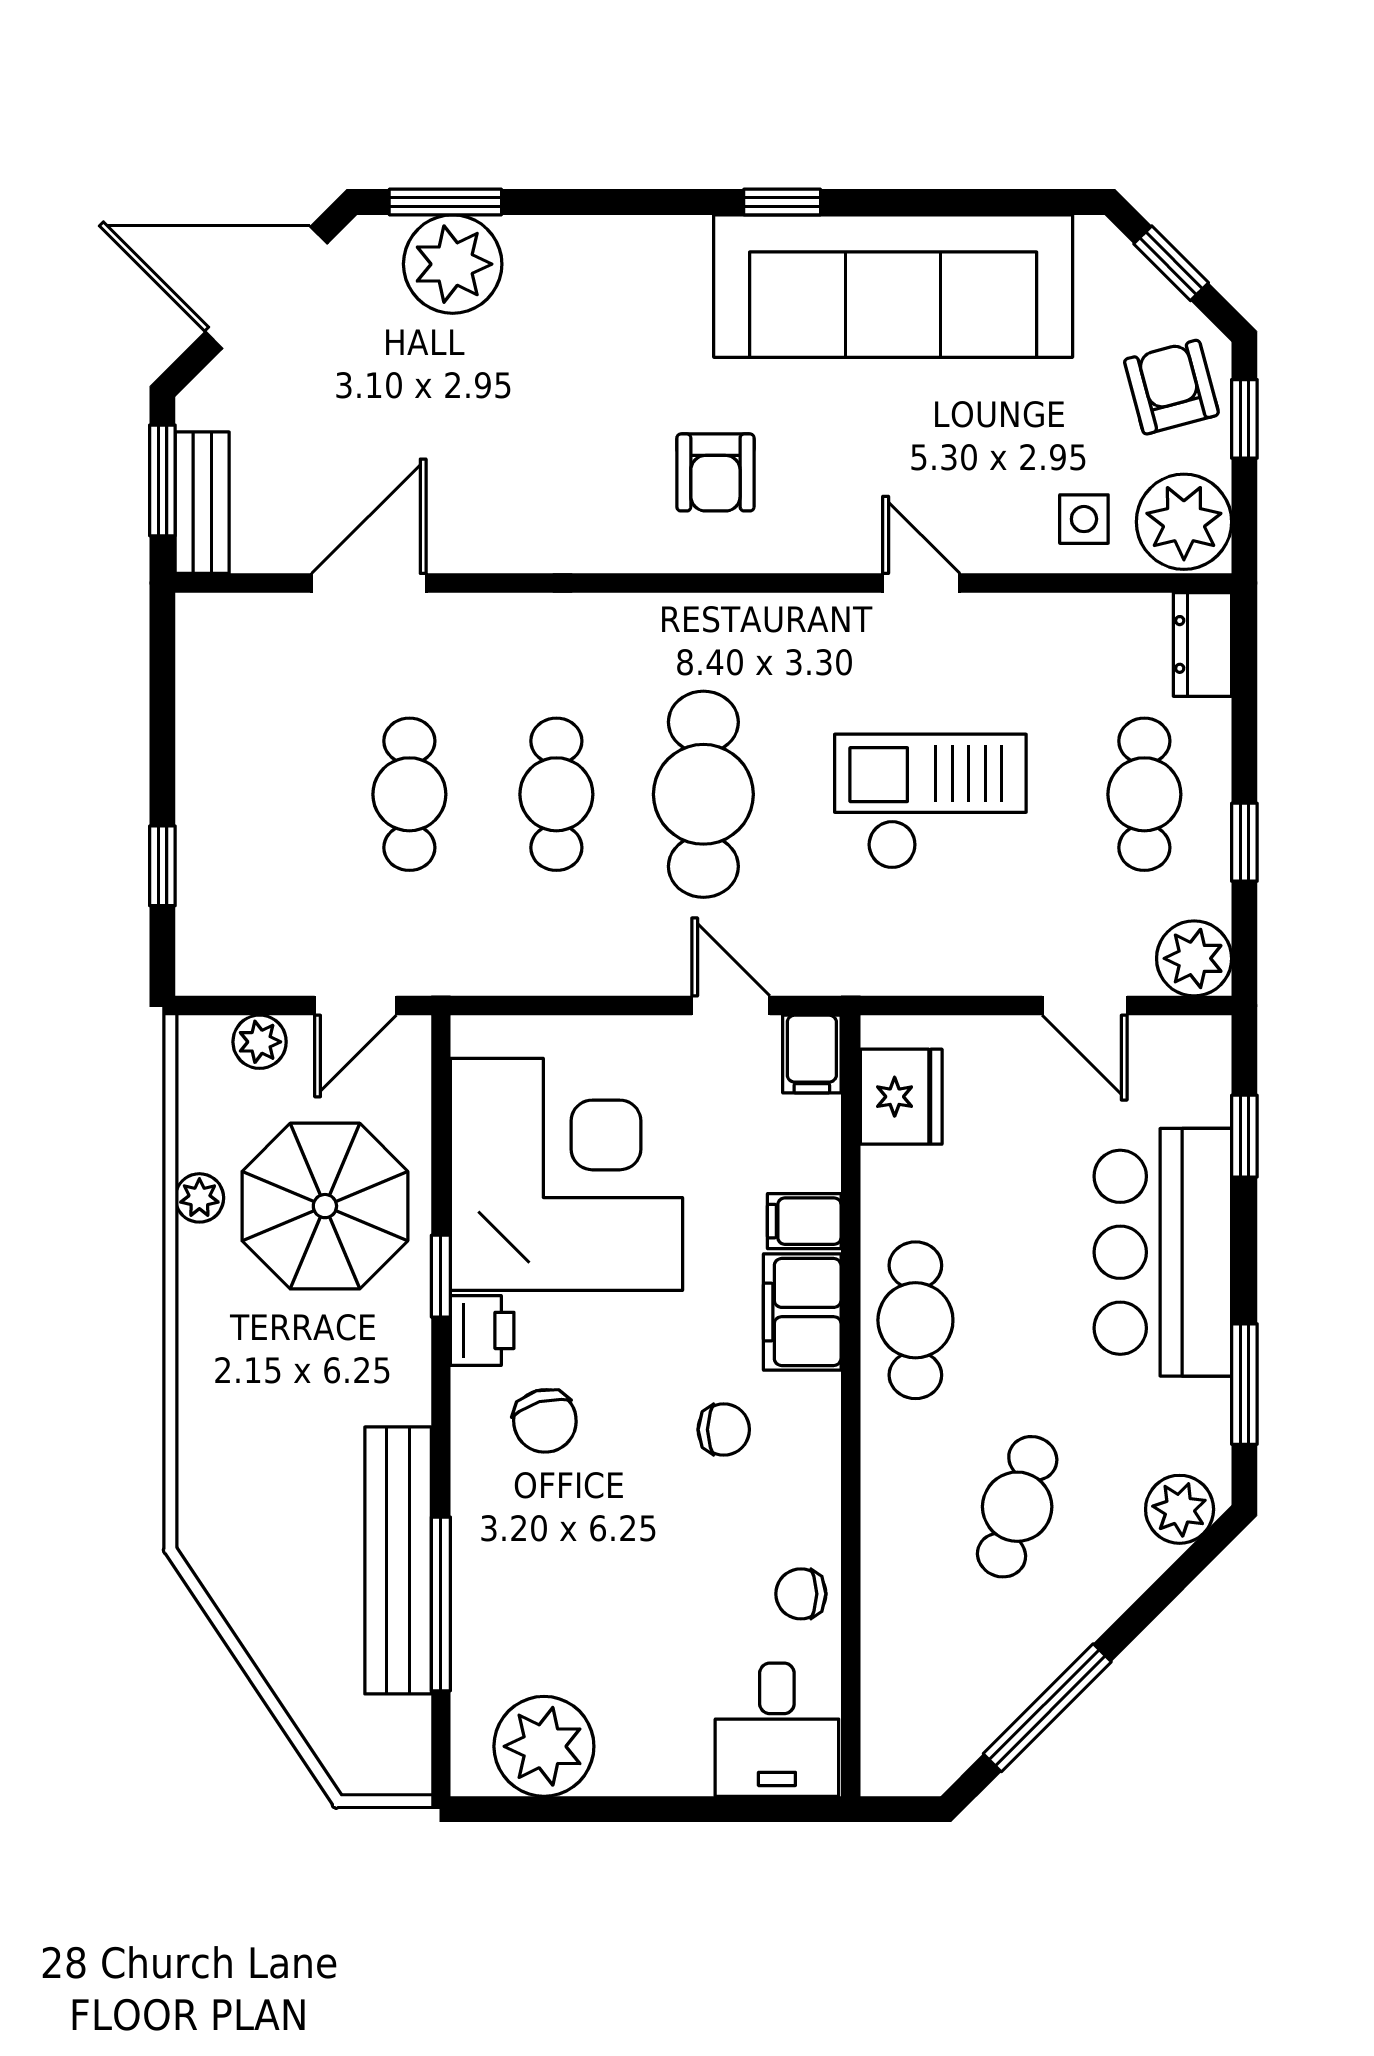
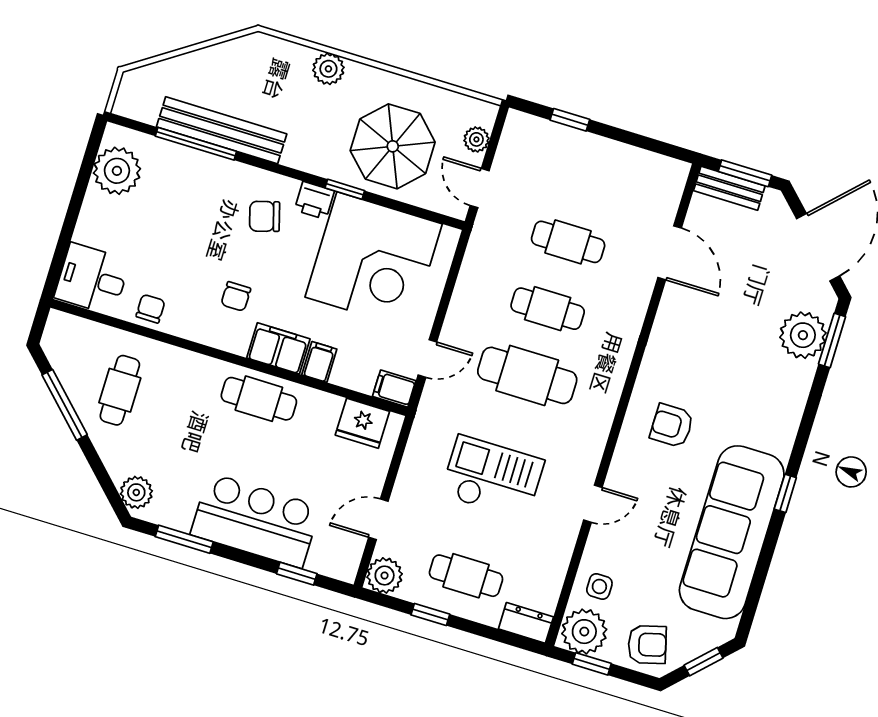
window: (1244, 419) -> (592, 664), moved
checkout: (930, 802) -> (492, 478), turned -90
plant: (199, 1198) -> (328, 69), moved, width x1.38, depth x1.38
cafe table: (1017, 1507) -> (120, 390), moved, turned 72

